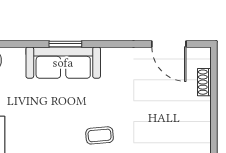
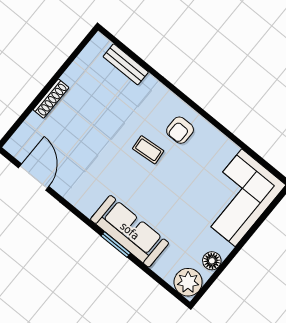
shoe rack: (204, 82) -> (51, 99), moved, width x1.43

